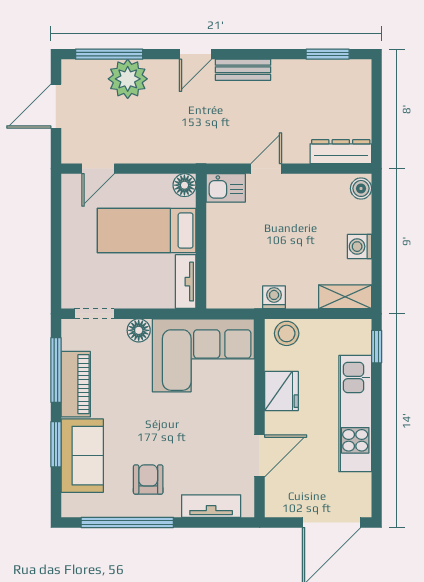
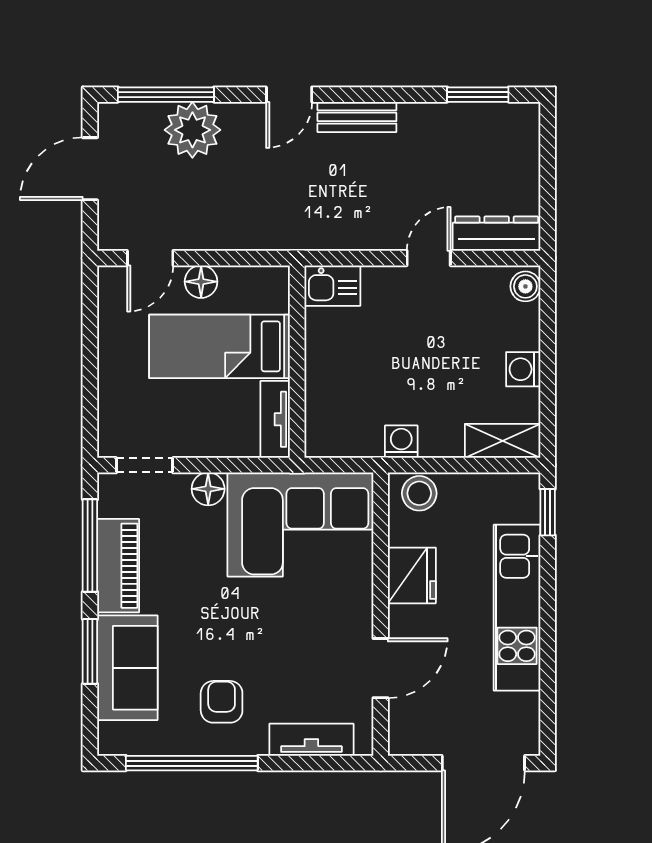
door: (266, 169) -> (429, 258), moved
floor lamp: (184, 185) -> (201, 282), moved

